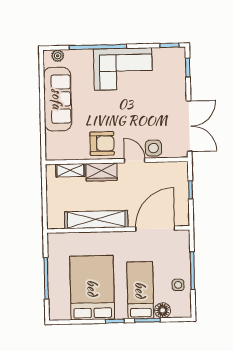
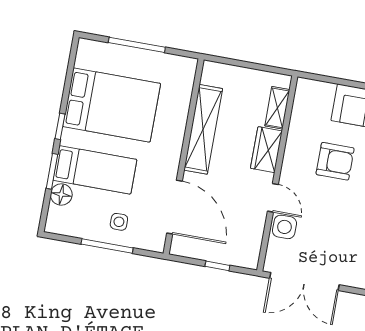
armchair: (102, 144) -> (335, 161), moved, turned -90
door: (135, 160) -> (273, 198), hinge flipped
side table: (178, 285) -> (119, 222), moved

